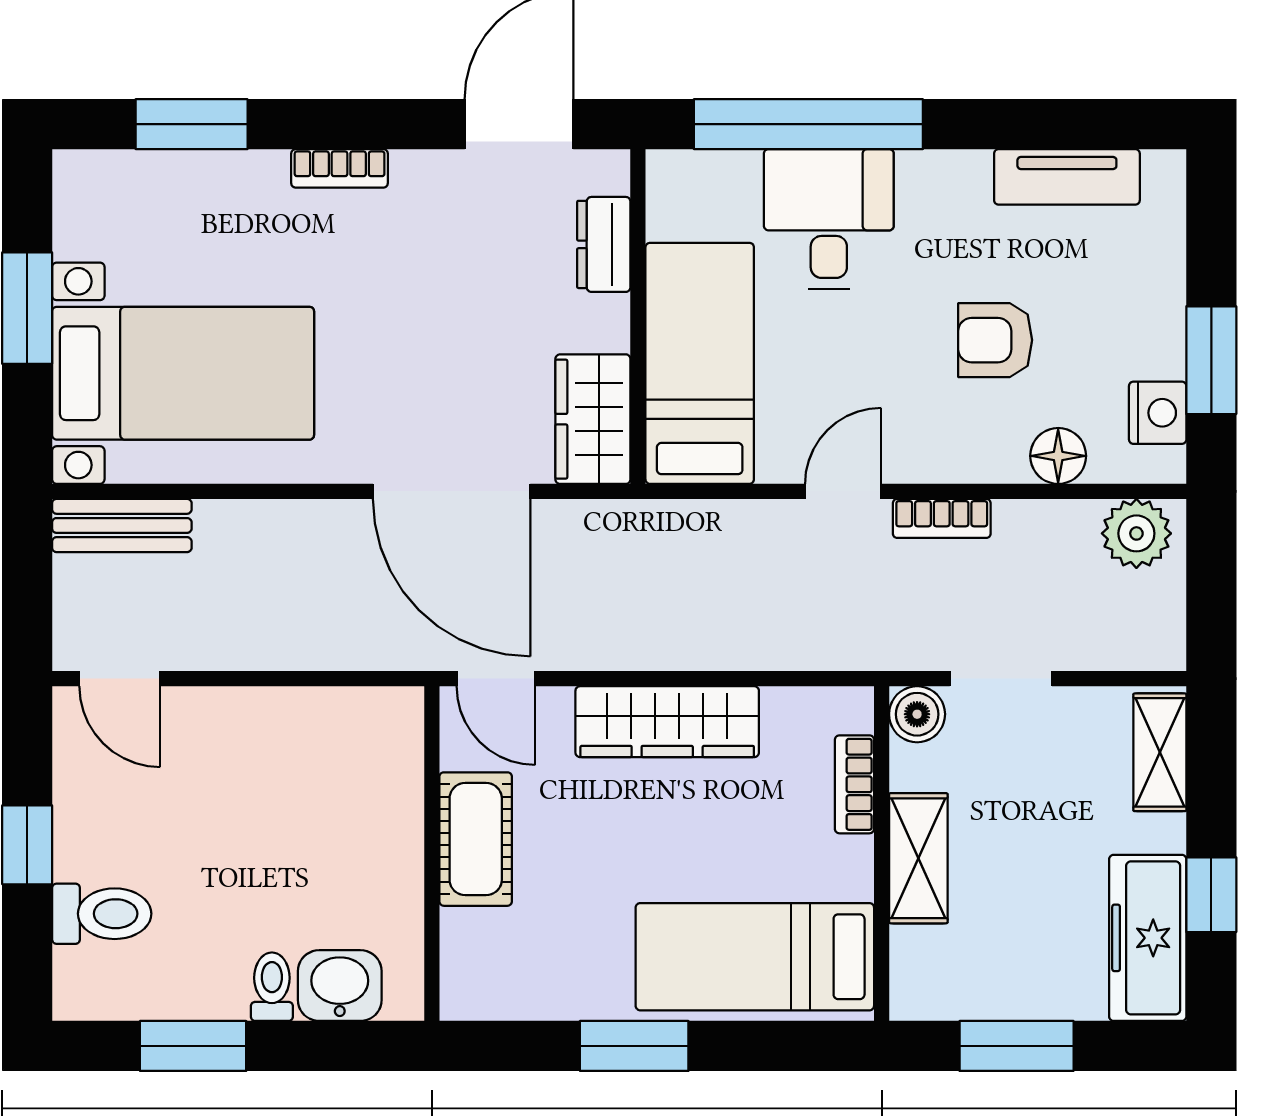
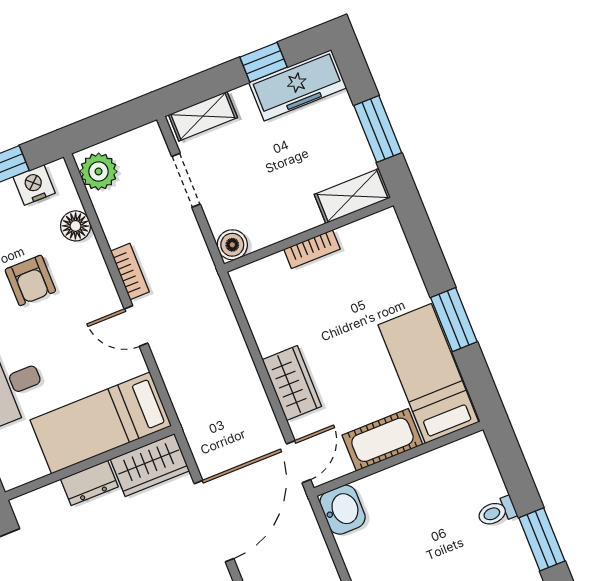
dresser: (604, 244) -> (89, 483), moved
doorway: (1001, 679) -> (186, 180), moved
wardrobe: (667, 722) -> (292, 383), width x0.67
bookcase: (854, 784) -> (312, 249), moved
shelving: (918, 858) -> (352, 196), moved
bed: (755, 957) -> (428, 374), moved, turned 180
washbasin: (340, 986) -> (342, 510), moved, turned 180

